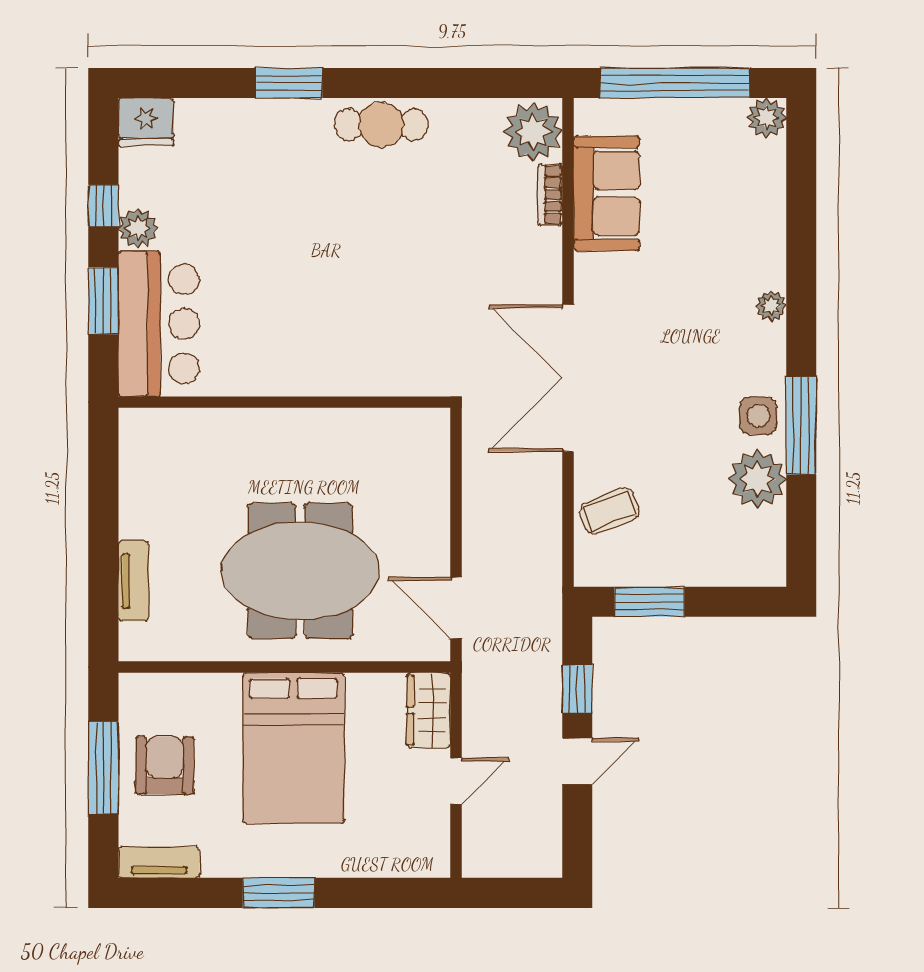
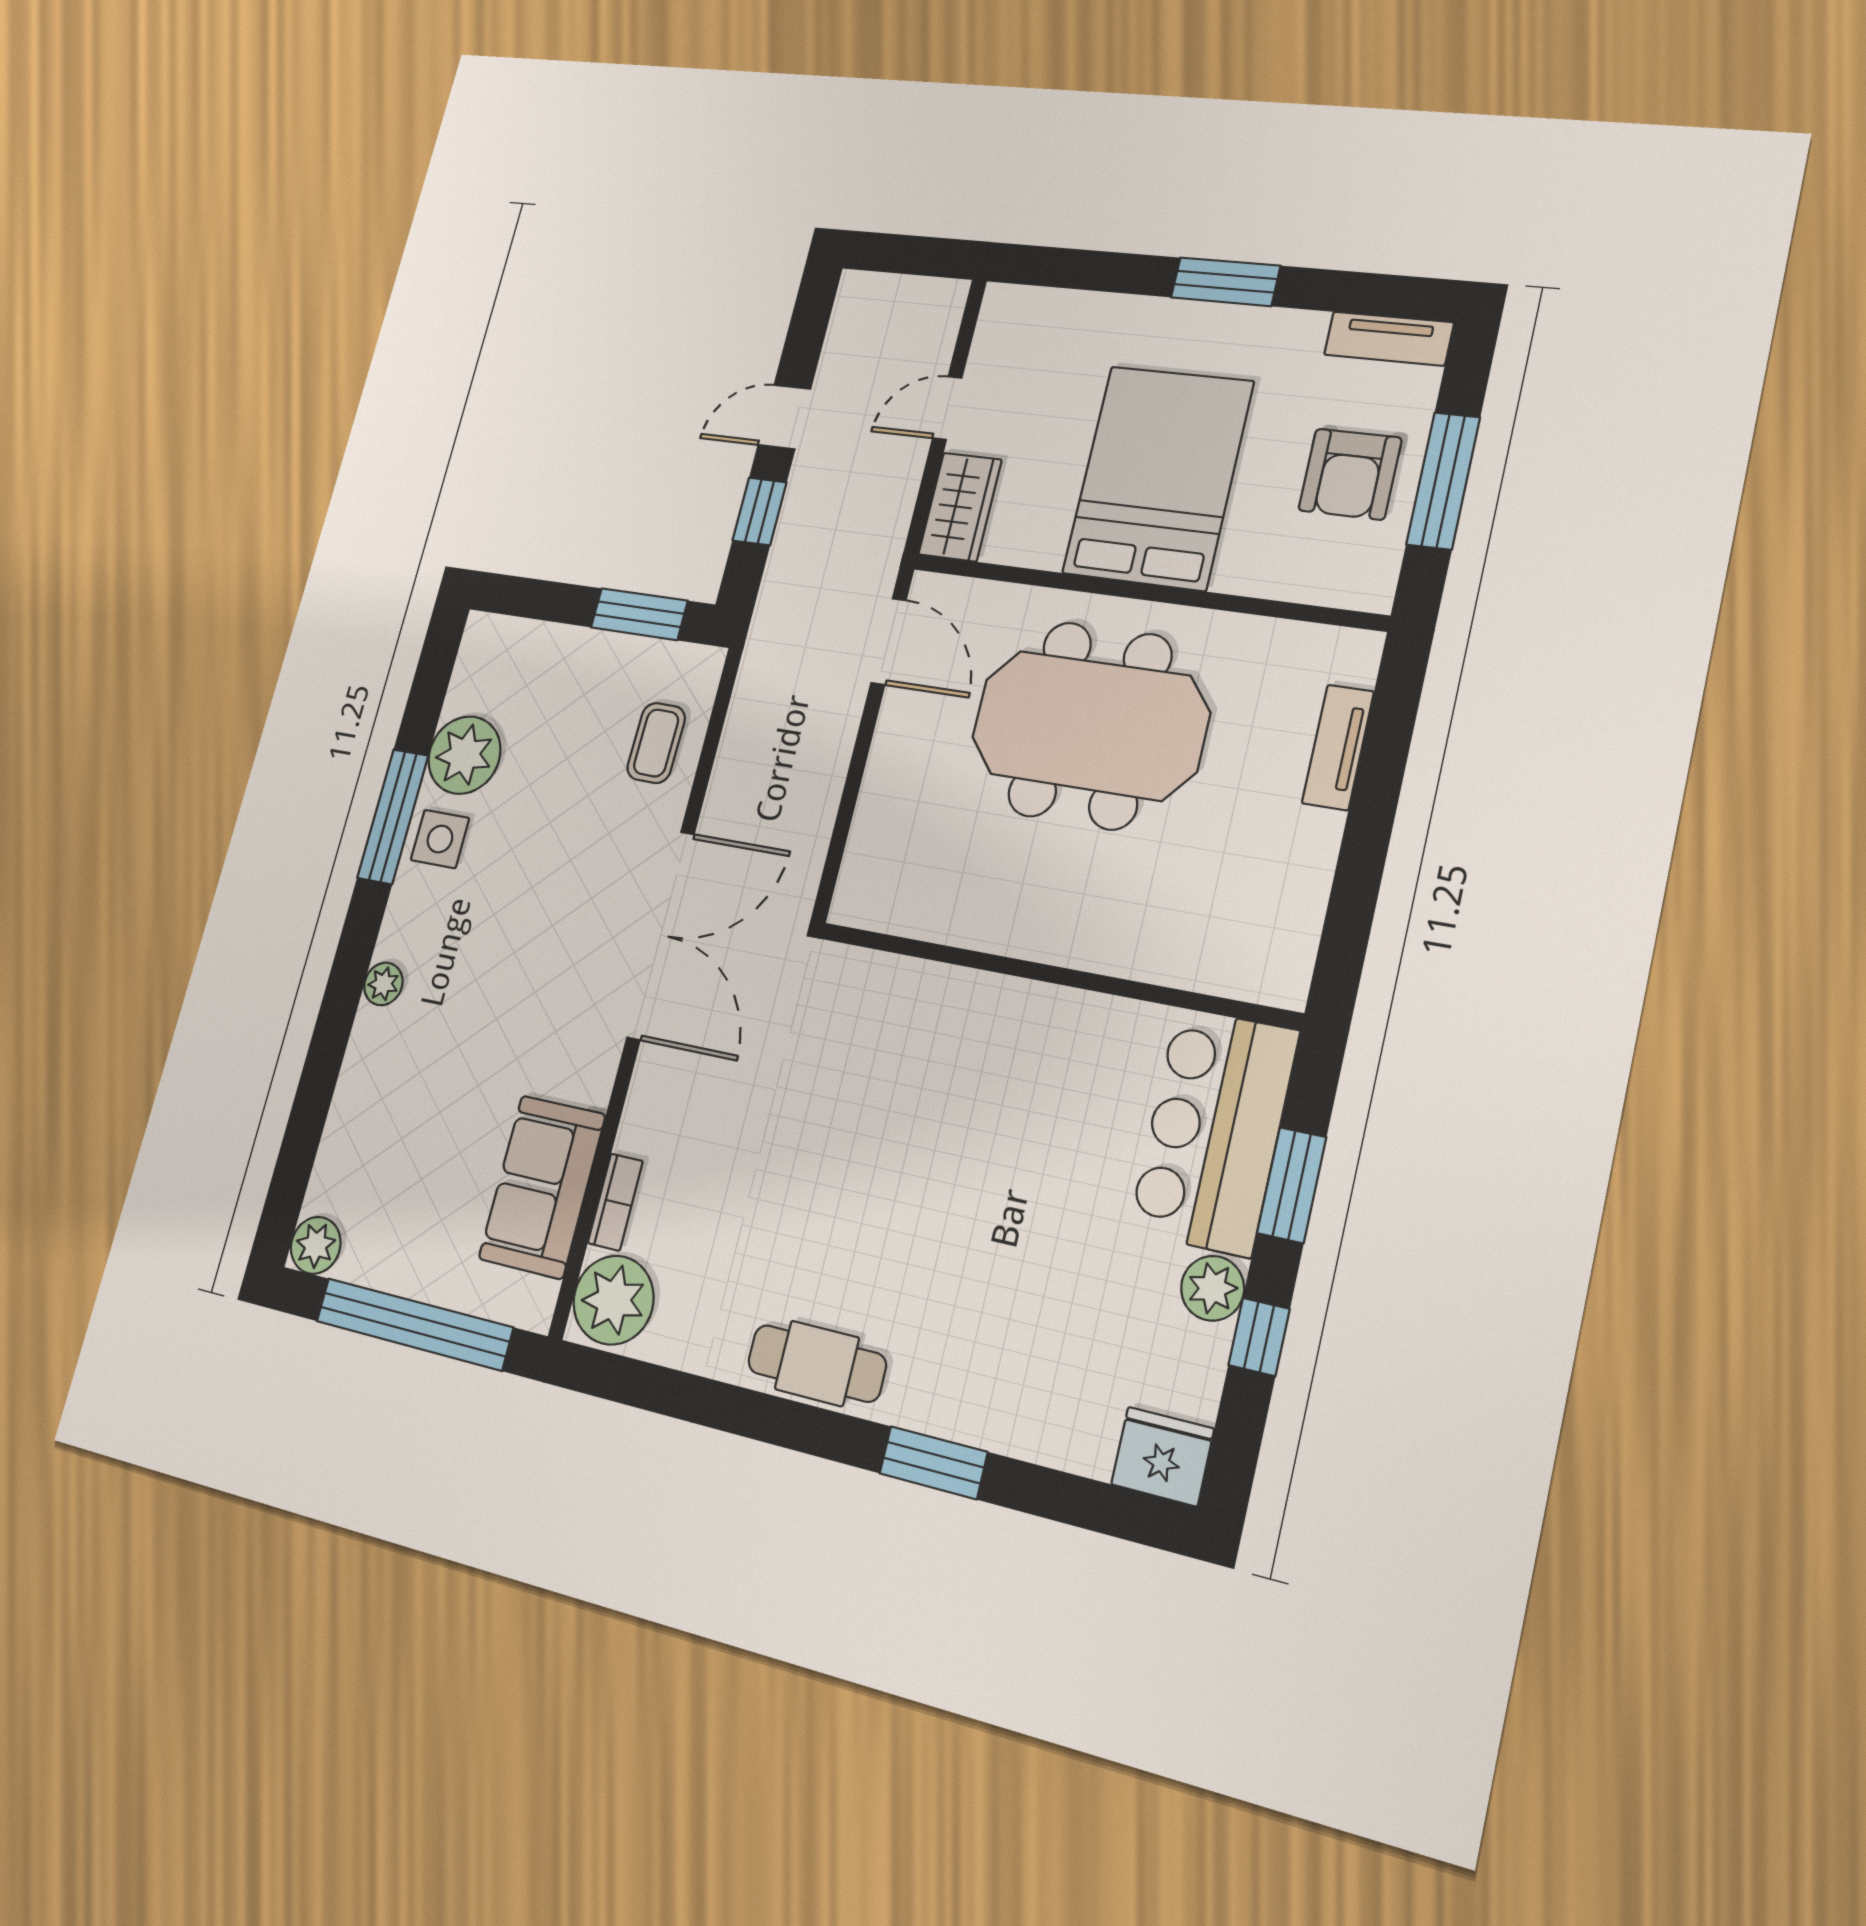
coffee table: (610, 511) -> (656, 743), turned -68

